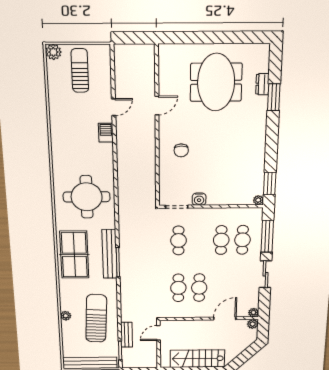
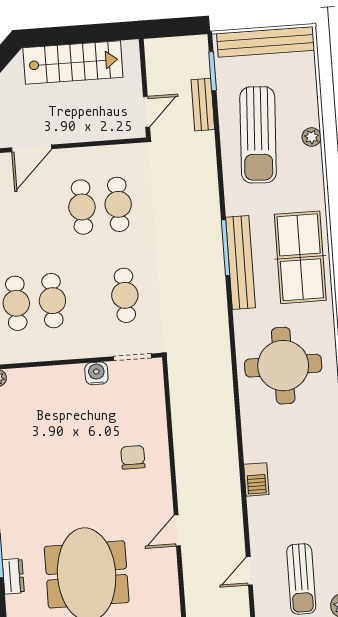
door: (114, 107) -> (249, 571), moved

